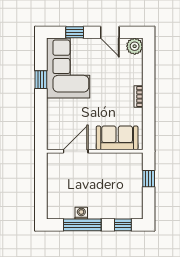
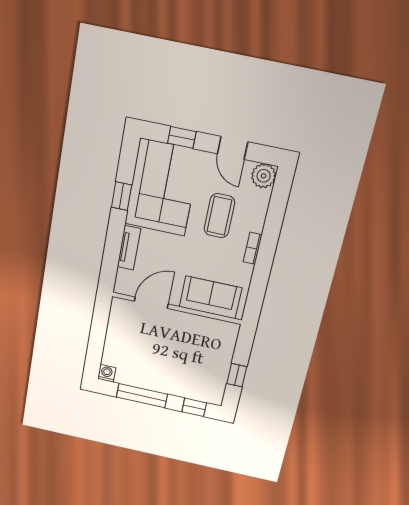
coffee table: (111, 79) -> (219, 216), added
tv unit: (52, 115) -> (129, 248), added
window: (149, 179) -> (237, 375), moved
washing machine: (81, 213) -> (107, 373), moved

